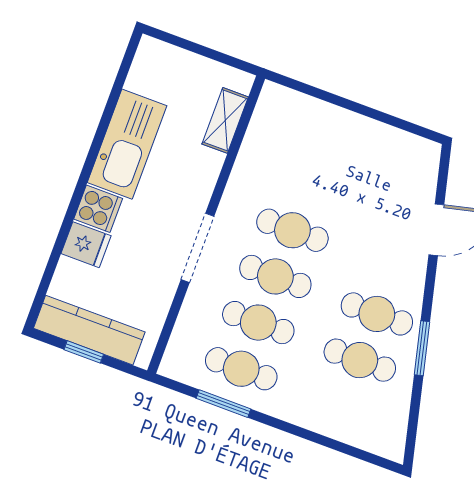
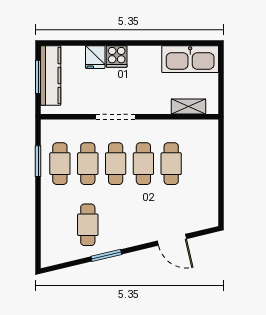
kitchen sink: (127, 144) -> (190, 59), moved
cafe table: (377, 314) -> (171, 164), moved
window: (84, 352) -> (38, 77), width x1.50

